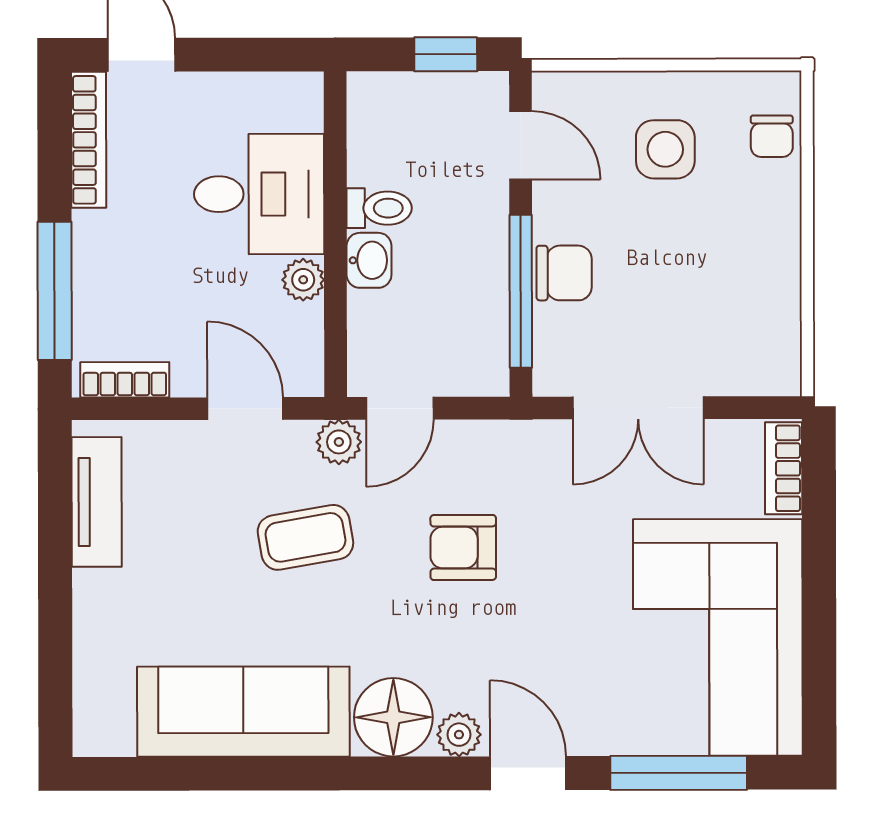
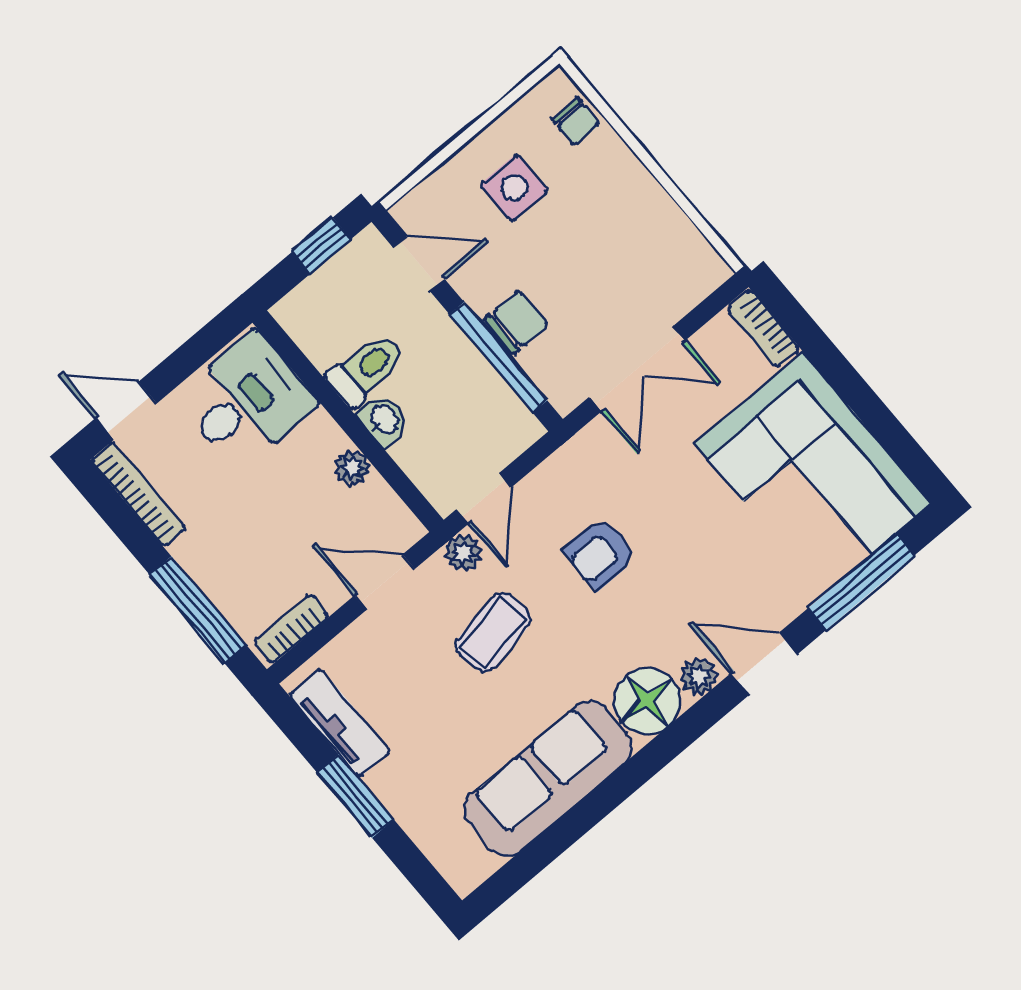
desk: (259, 194) -> (247, 400), moved
toilet: (379, 208) -> (366, 369), width x1.37, depth x1.39
window: (55, 581) -> (355, 796), added

